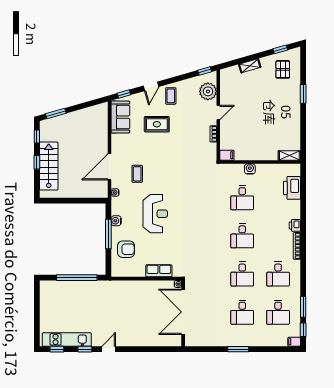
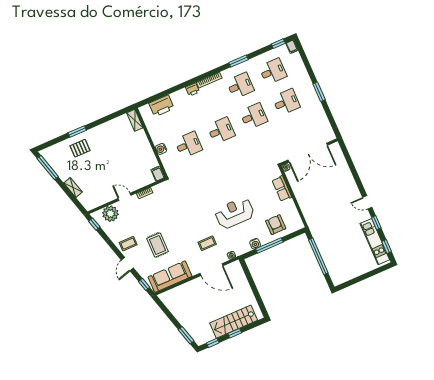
window: (280, 49) -> (48, 168), width x2.17
pallet: (283, 69) -> (80, 148), moved
door: (151, 86) -> (127, 264), swing flipped
sofa: (120, 117) -> (170, 277), width x1.36
window: (303, 307) -> (239, 61), moved

